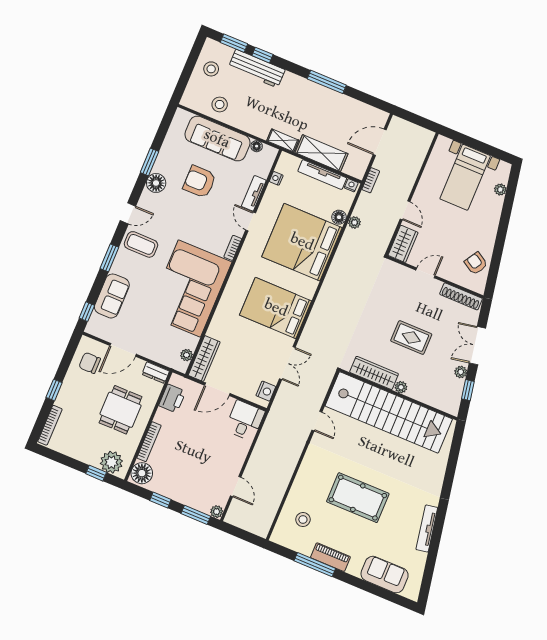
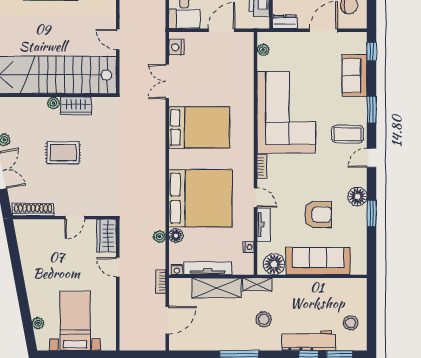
stool: (220, 104) -> (264, 319), moved
floor lamp: (257, 146) -> (274, 264), width x1.89, depth x1.89
armchair: (476, 263) -> (32, 246), removed
wardrobe: (204, 359) -> (246, 53), removed
wardrobe: (374, 373) -> (76, 106), width x0.67

